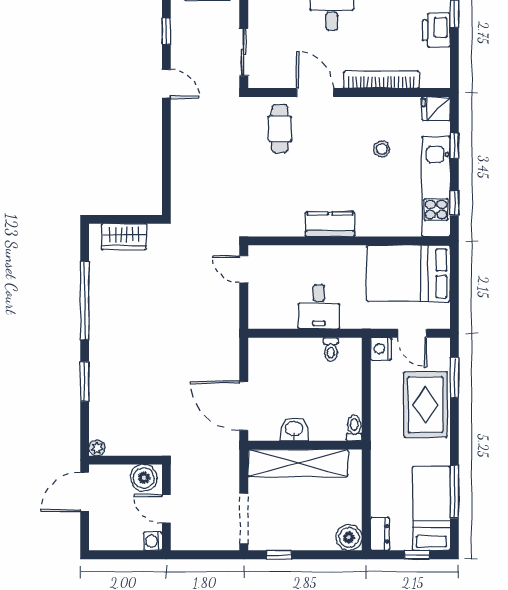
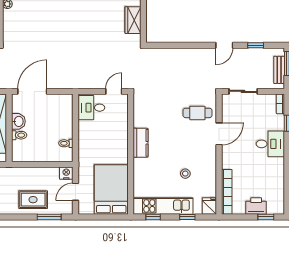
bookcase: (381, 80) -> (227, 192), moved
desk: (319, 307) -> (91, 108), moved
rug: (425, 405) -> (33, 200), width x0.73, depth x0.70
toilet: (354, 428) -> (19, 135), moved

